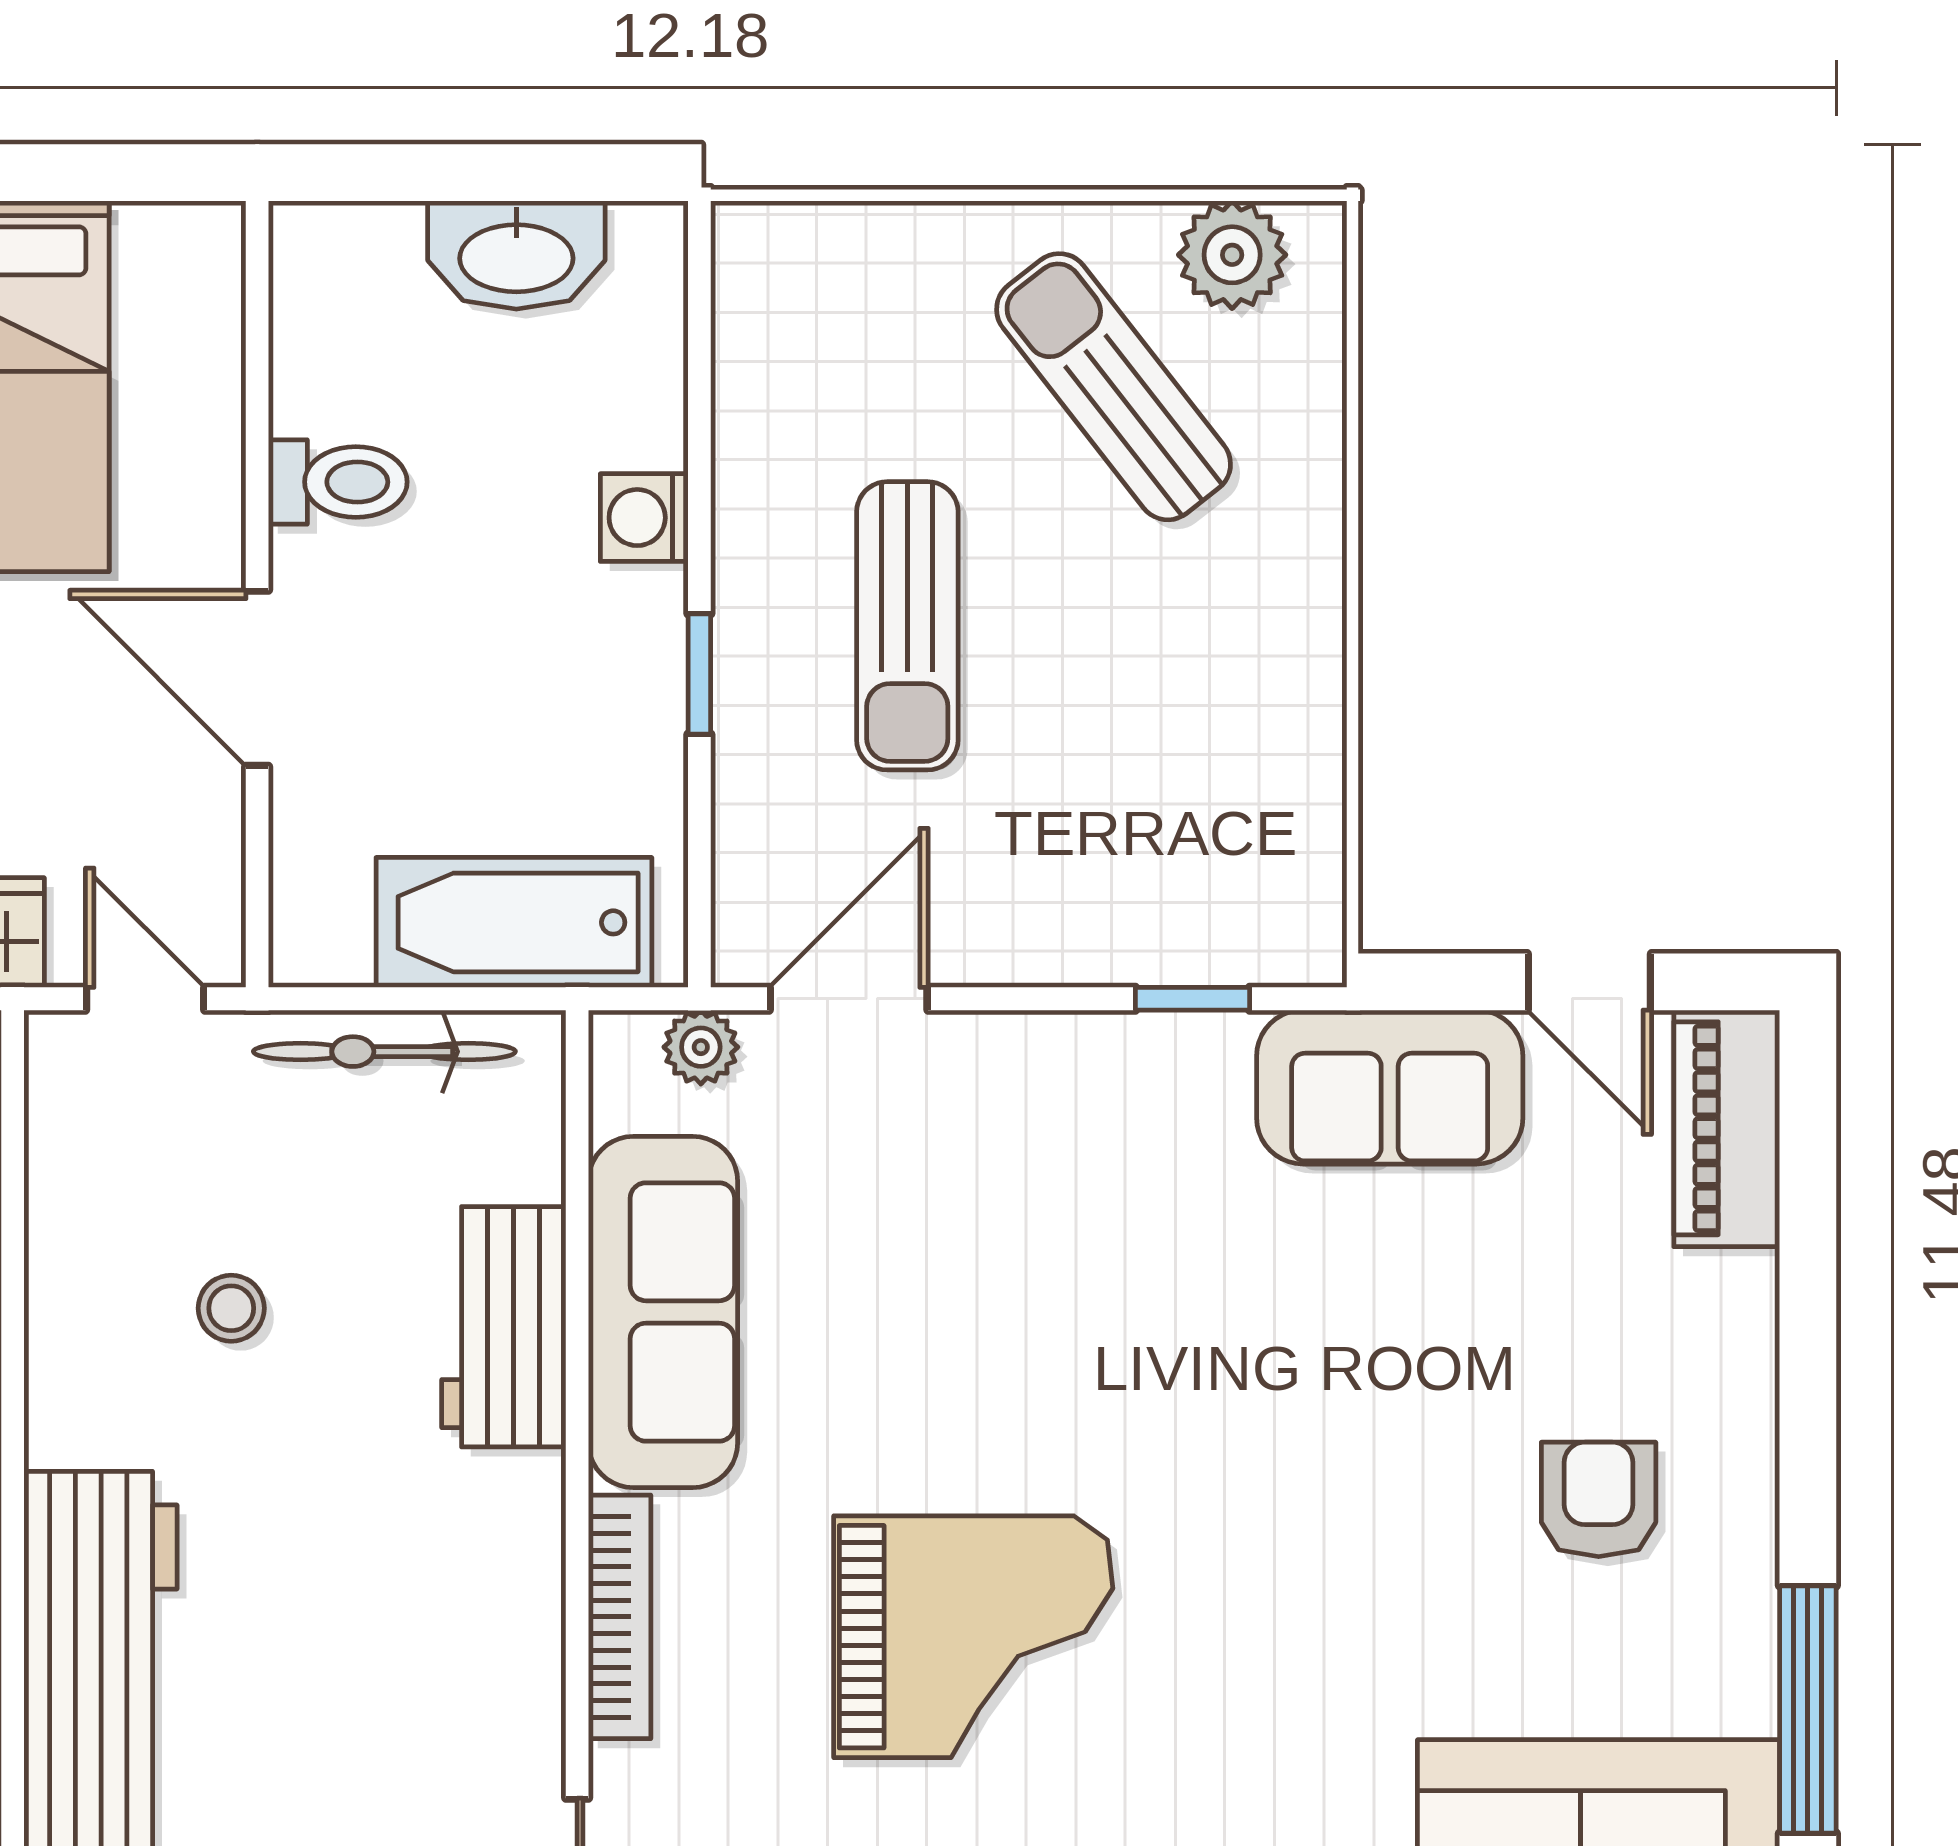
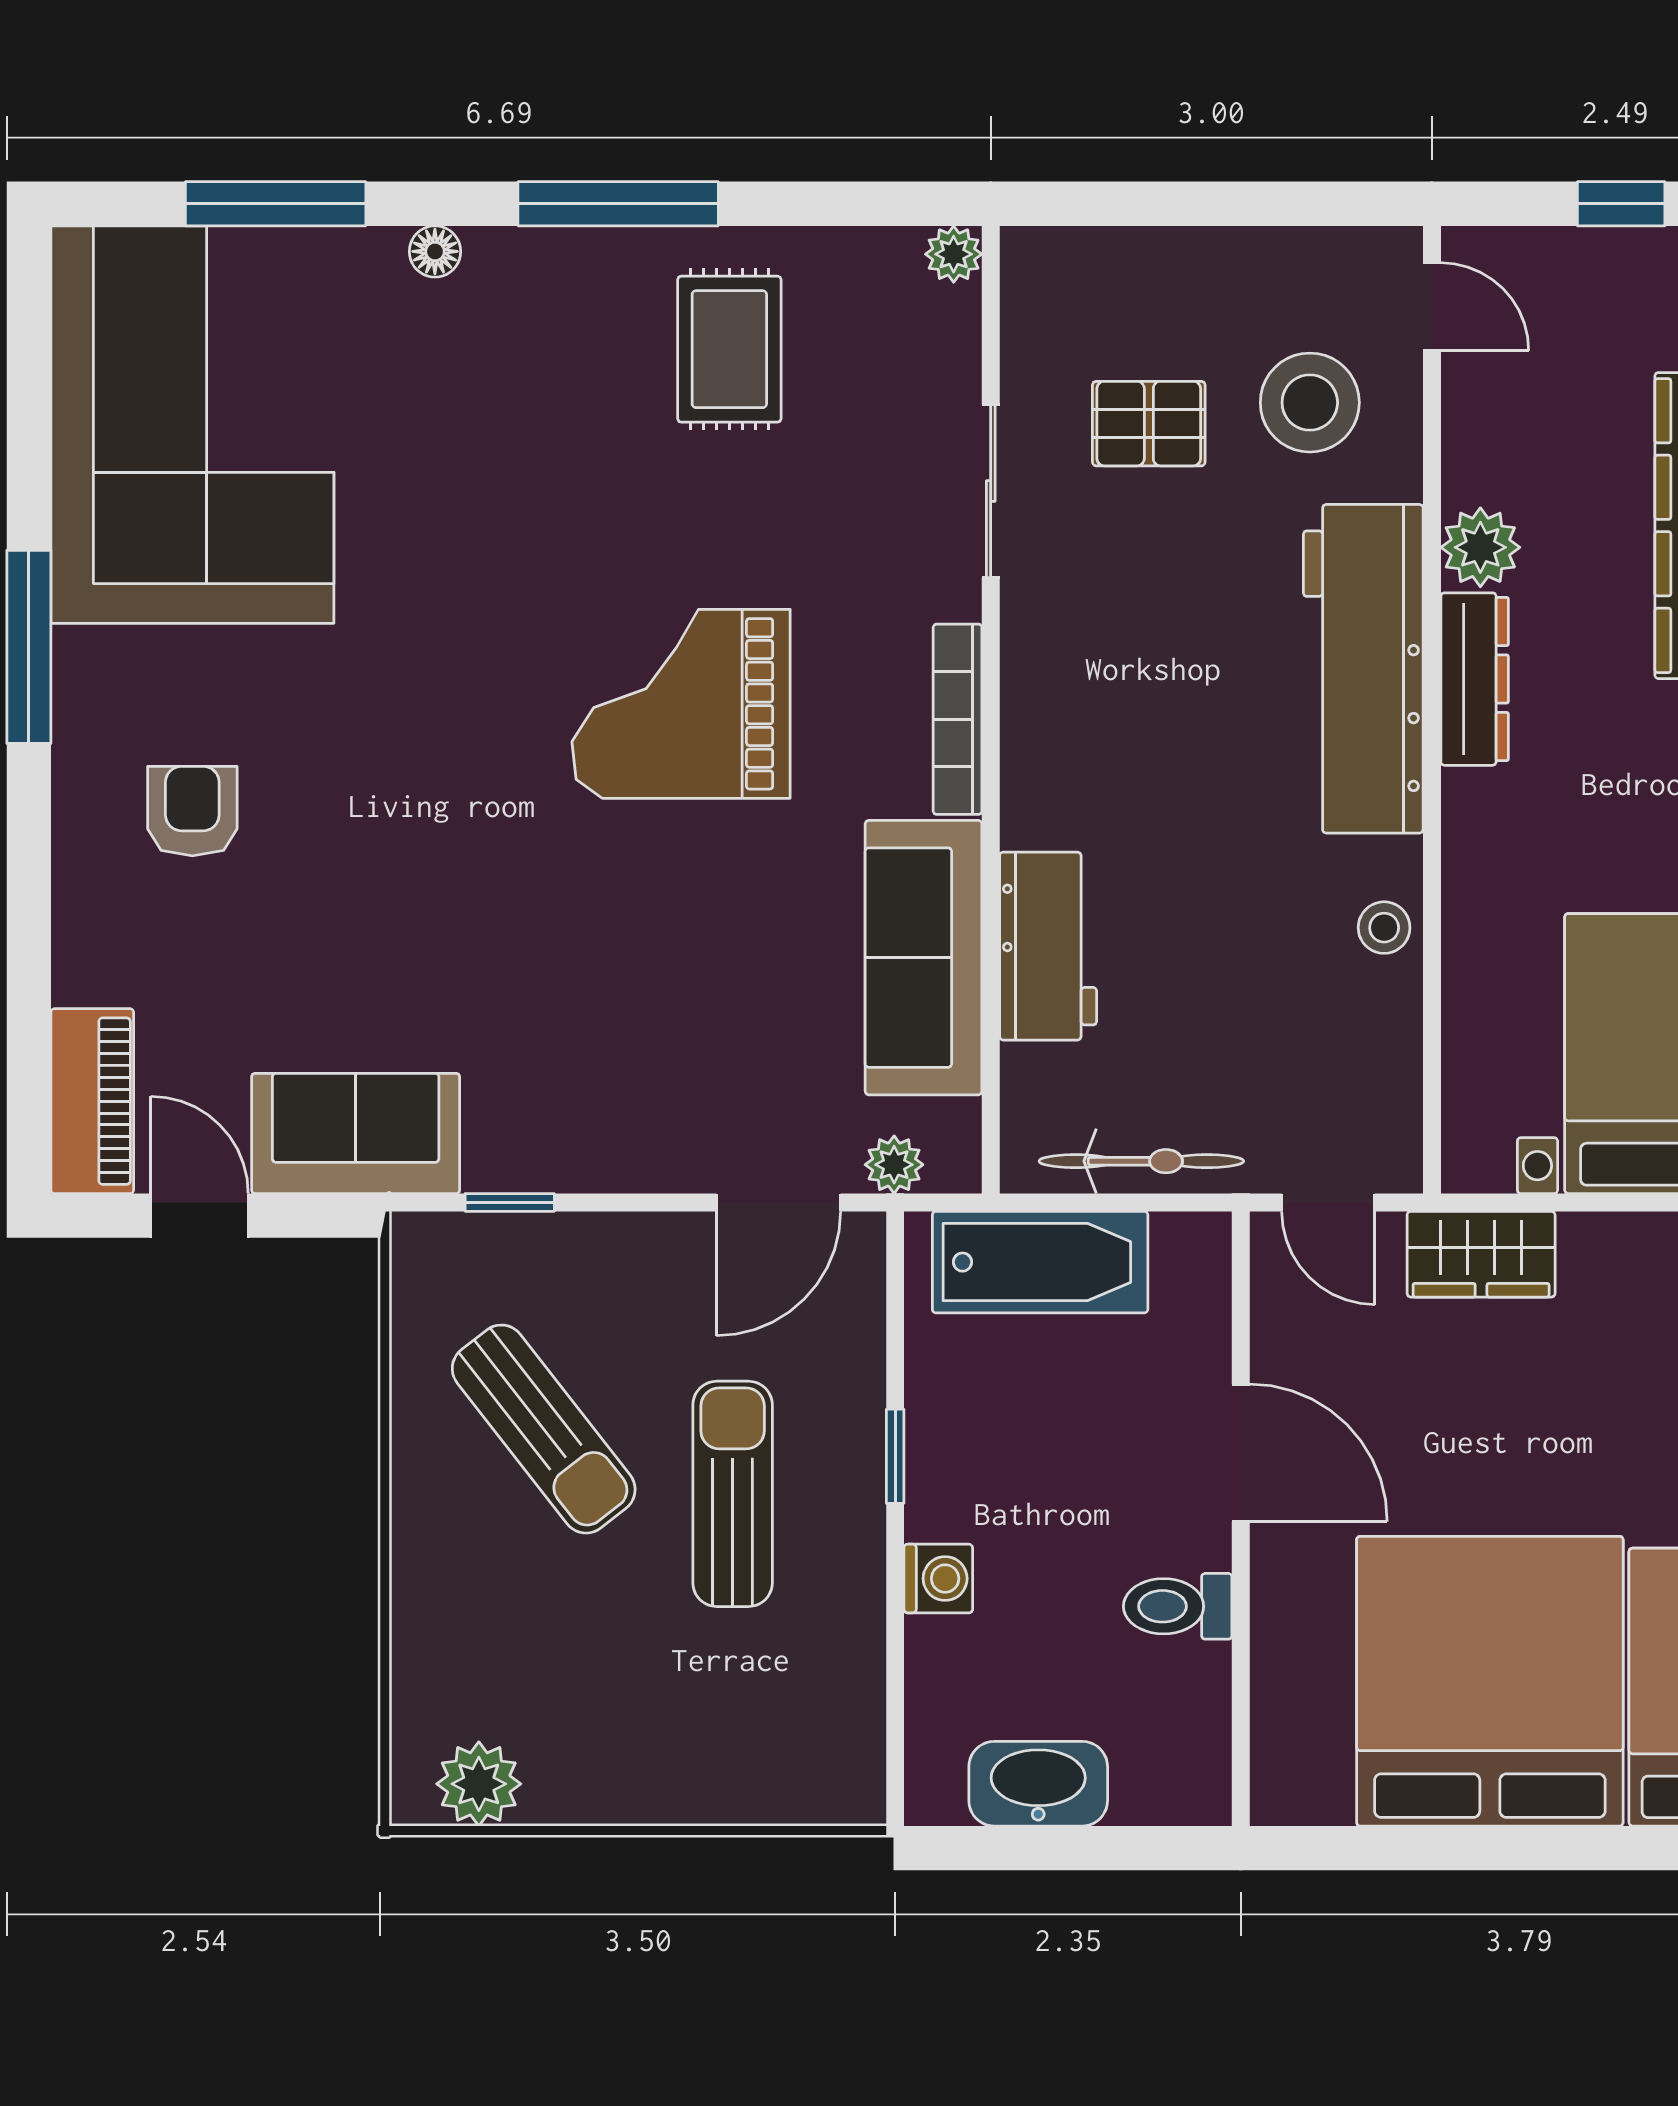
sun lounger: (1114, 387) -> (544, 1429), moved
stool: (231, 1308) -> (1384, 928), moved
armchair: (1599, 1499) -> (192, 811), turned 180

